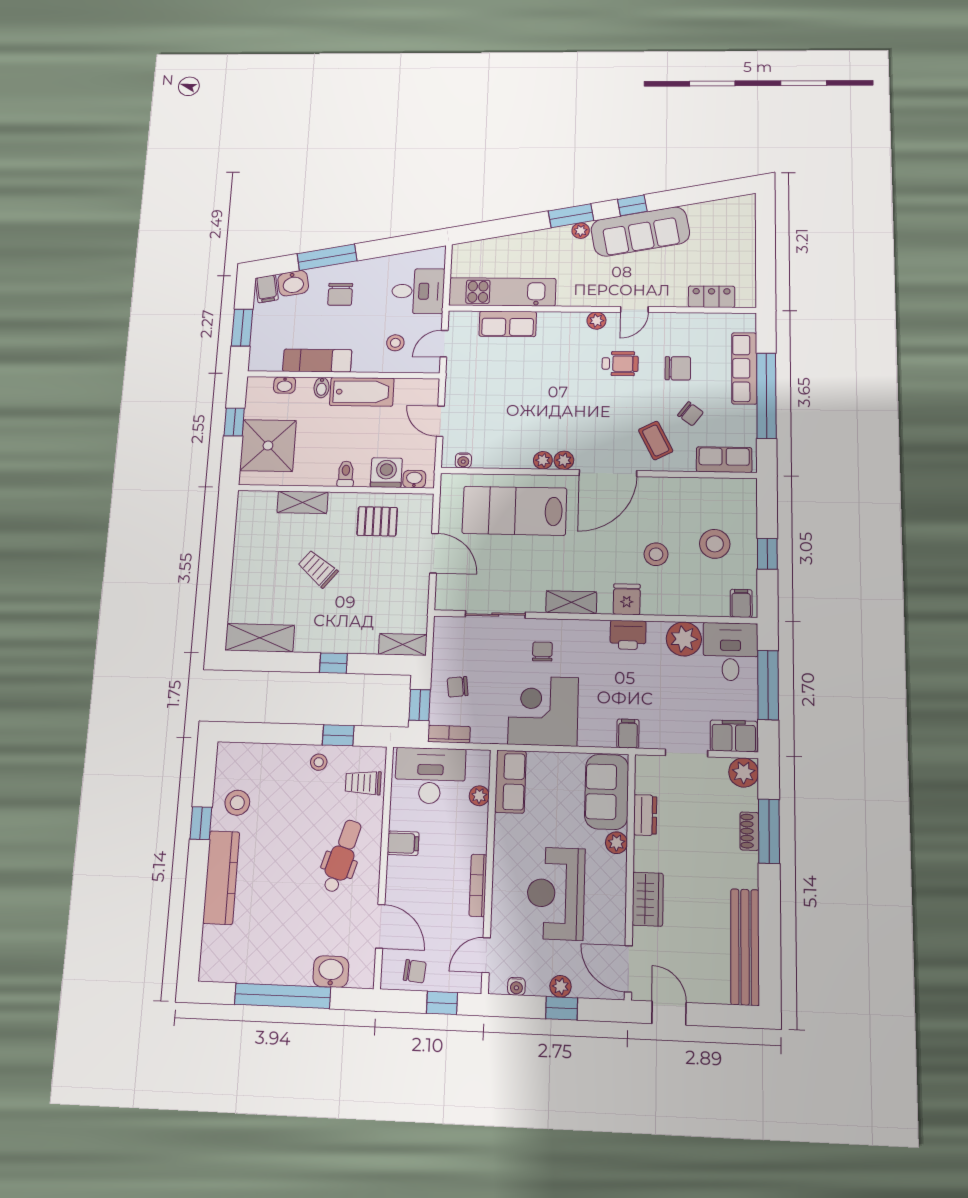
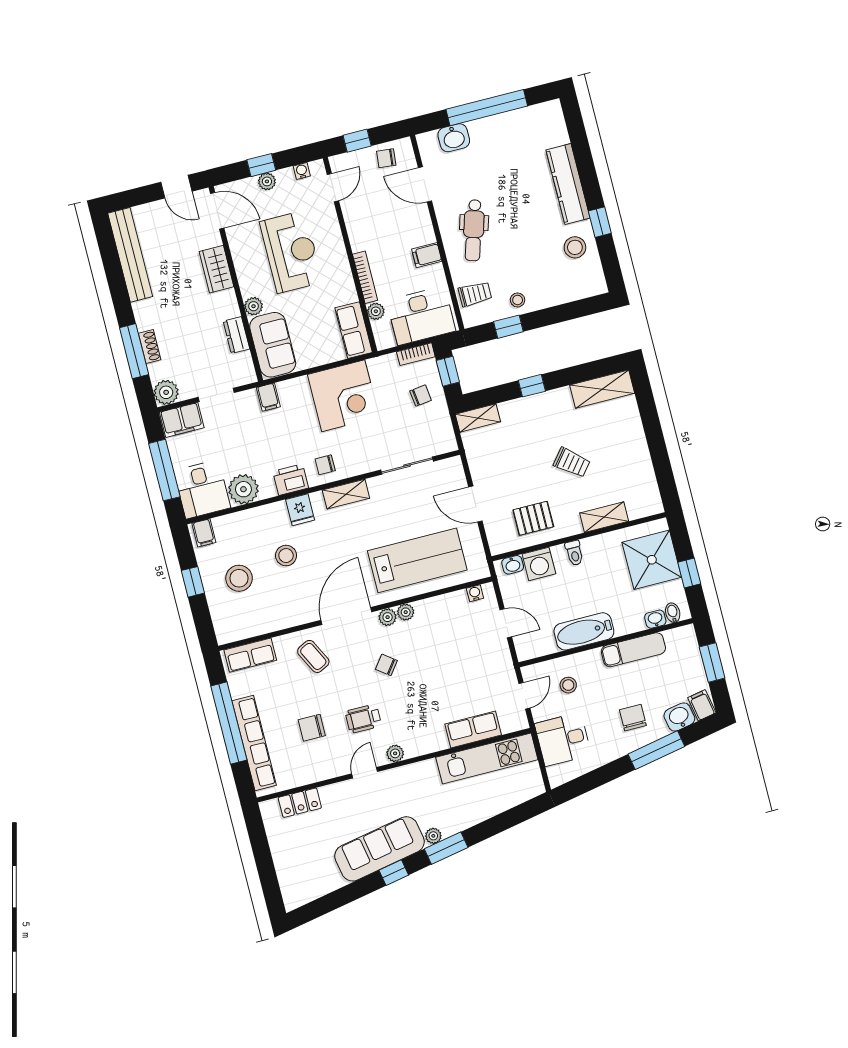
row of seats: (744, 368) -> (254, 743), width x1.36
bidet: (322, 388) -> (673, 613), moved
chair: (690, 414) -> (386, 665), moved
chair: (542, 652) -> (325, 465), moved, turned 90
bookcase: (478, 885) -> (365, 277), moved

